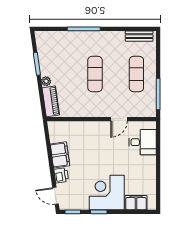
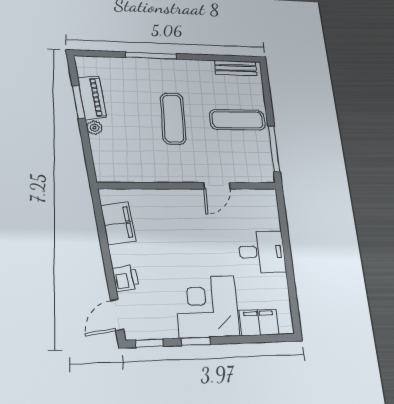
exercise mat: (136, 74) -> (237, 120), turned 90
piano: (51, 101) -> (92, 98), moved
desk: (143, 142) -> (262, 252), moved
filing cabinet: (60, 155) -> (118, 223), moved
door: (56, 196) -> (117, 315), hinge flipped

